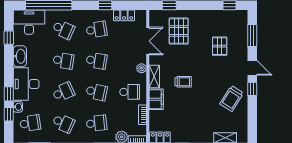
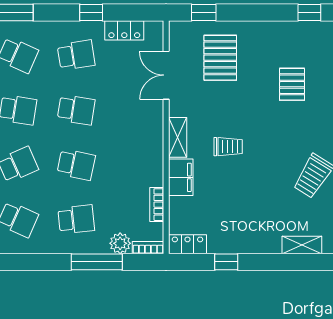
double door: (148, 41) -> (166, 75), swing flipped
plant: (142, 68) -> (155, 123), removed
school desk: (130, 92) -> (134, 165), removed

